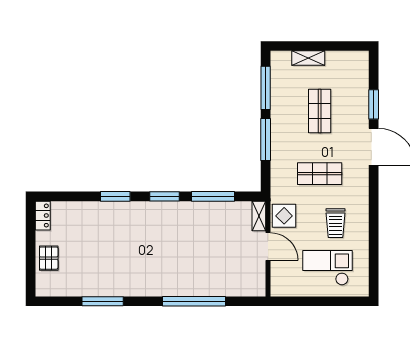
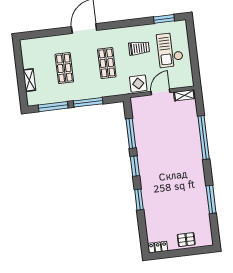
window: (374, 104) -> (164, 19), moved
shop shelf: (320, 111) -> (64, 68), turned 90
shelving: (259, 216) -> (184, 95), moved

